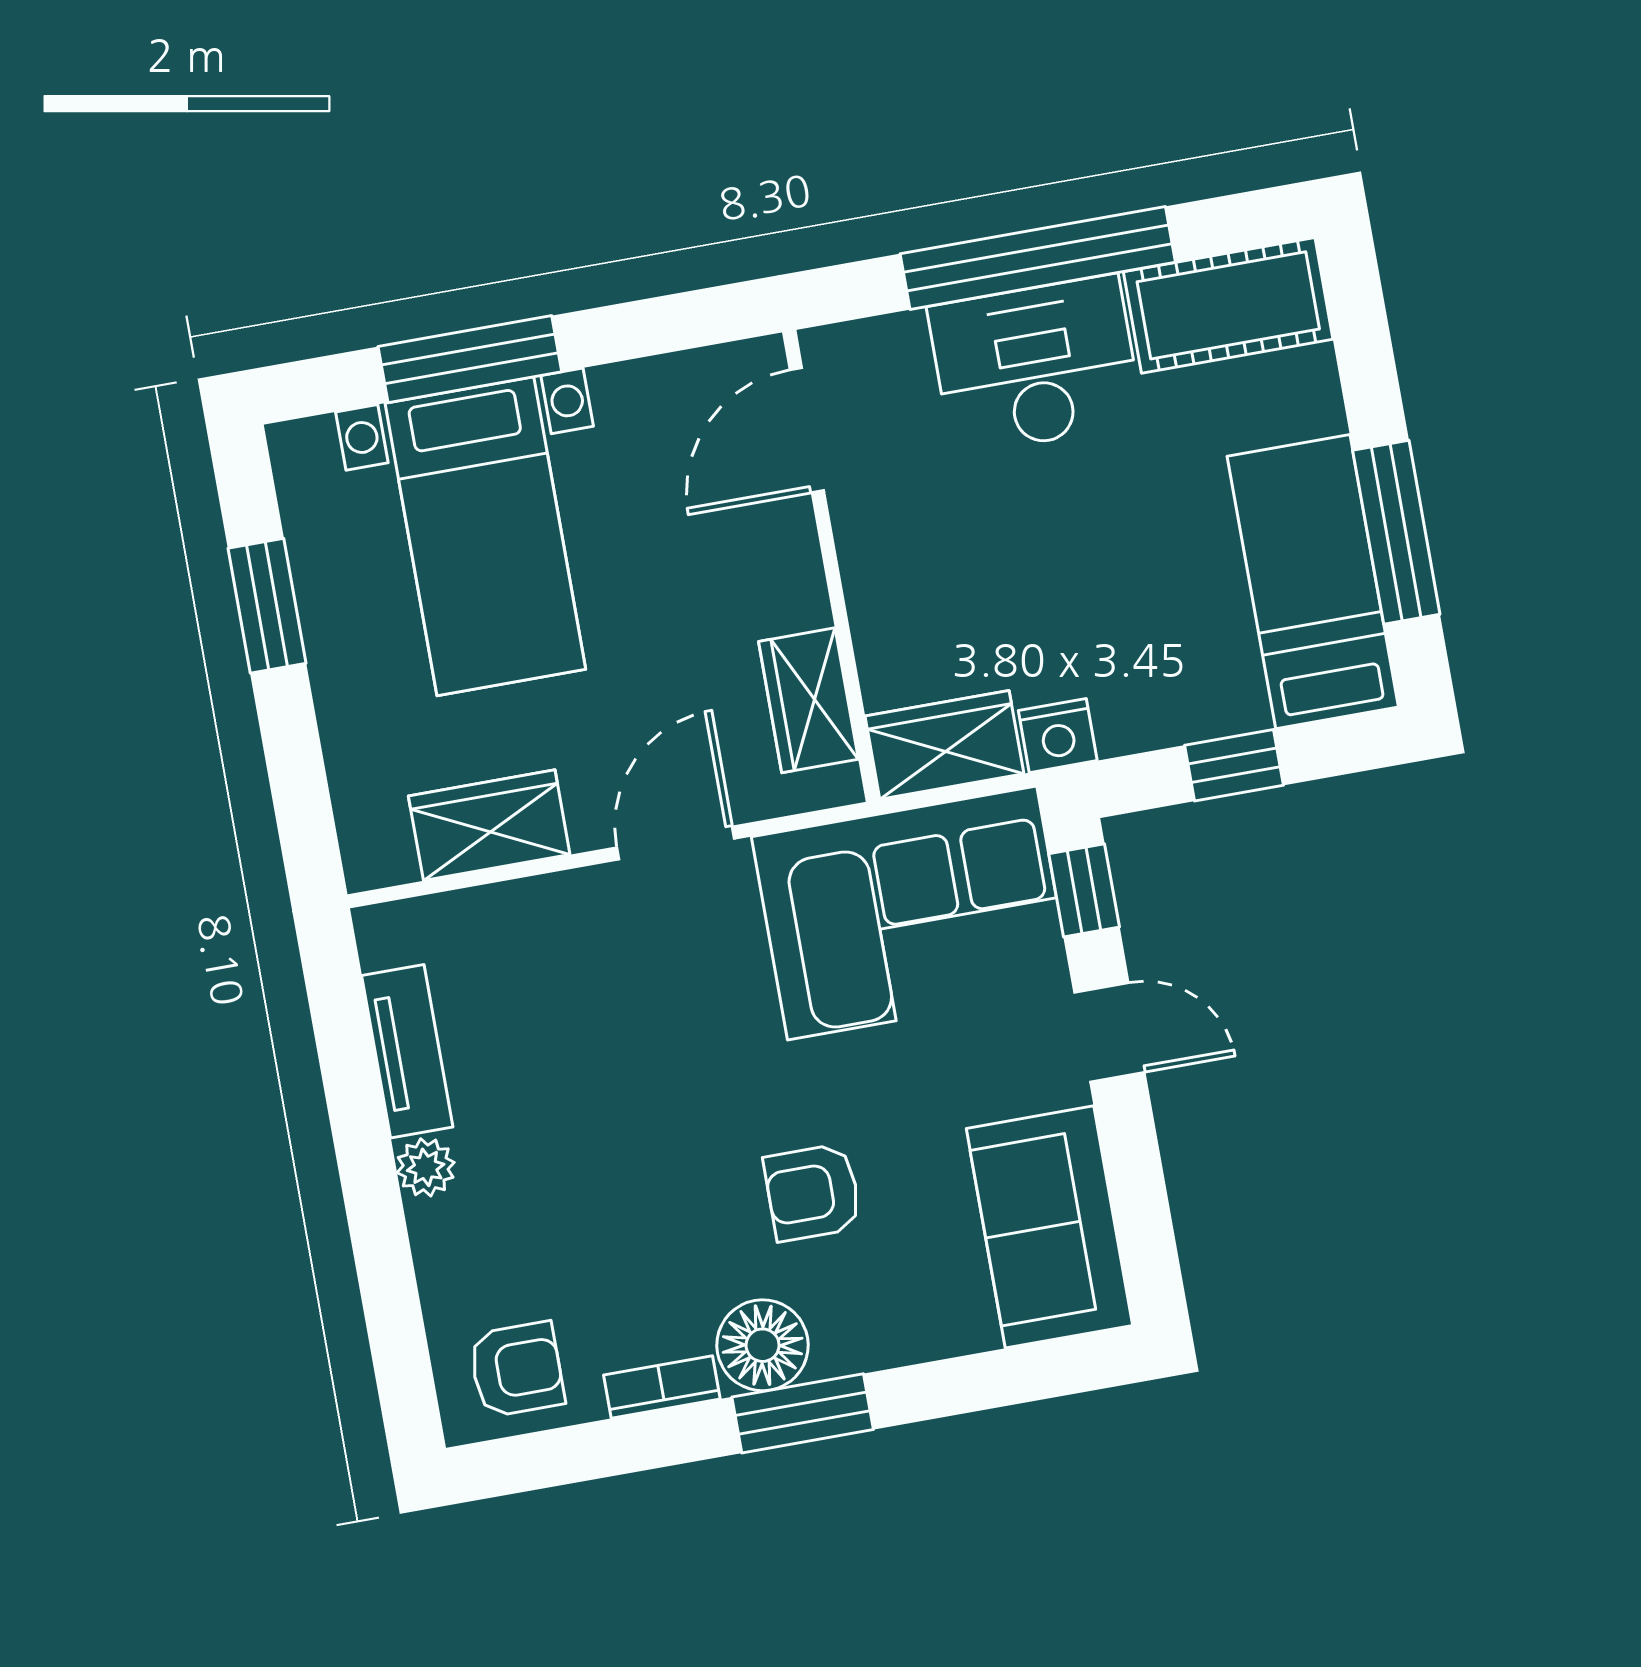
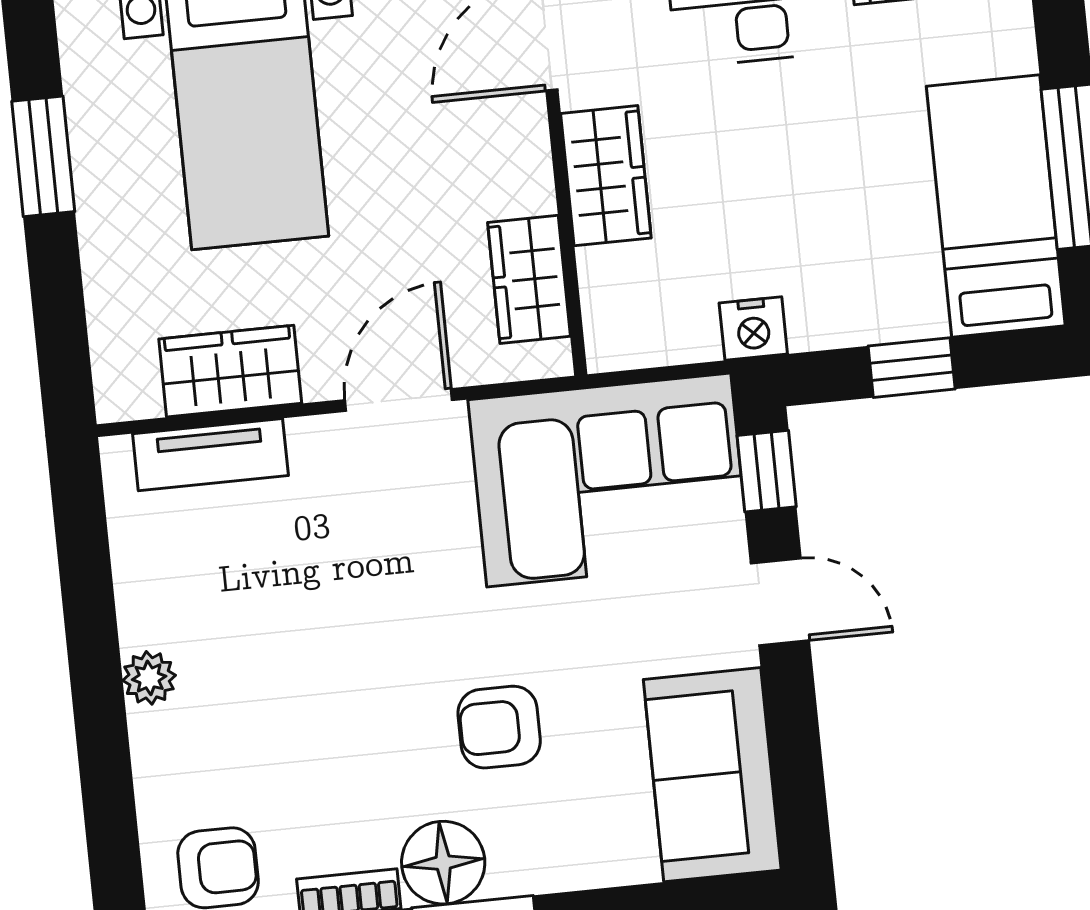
wardrobe: (944, 745) -> (606, 176), moved, turned 90
tv unit: (407, 1051) -> (210, 455), moved, turned 90

